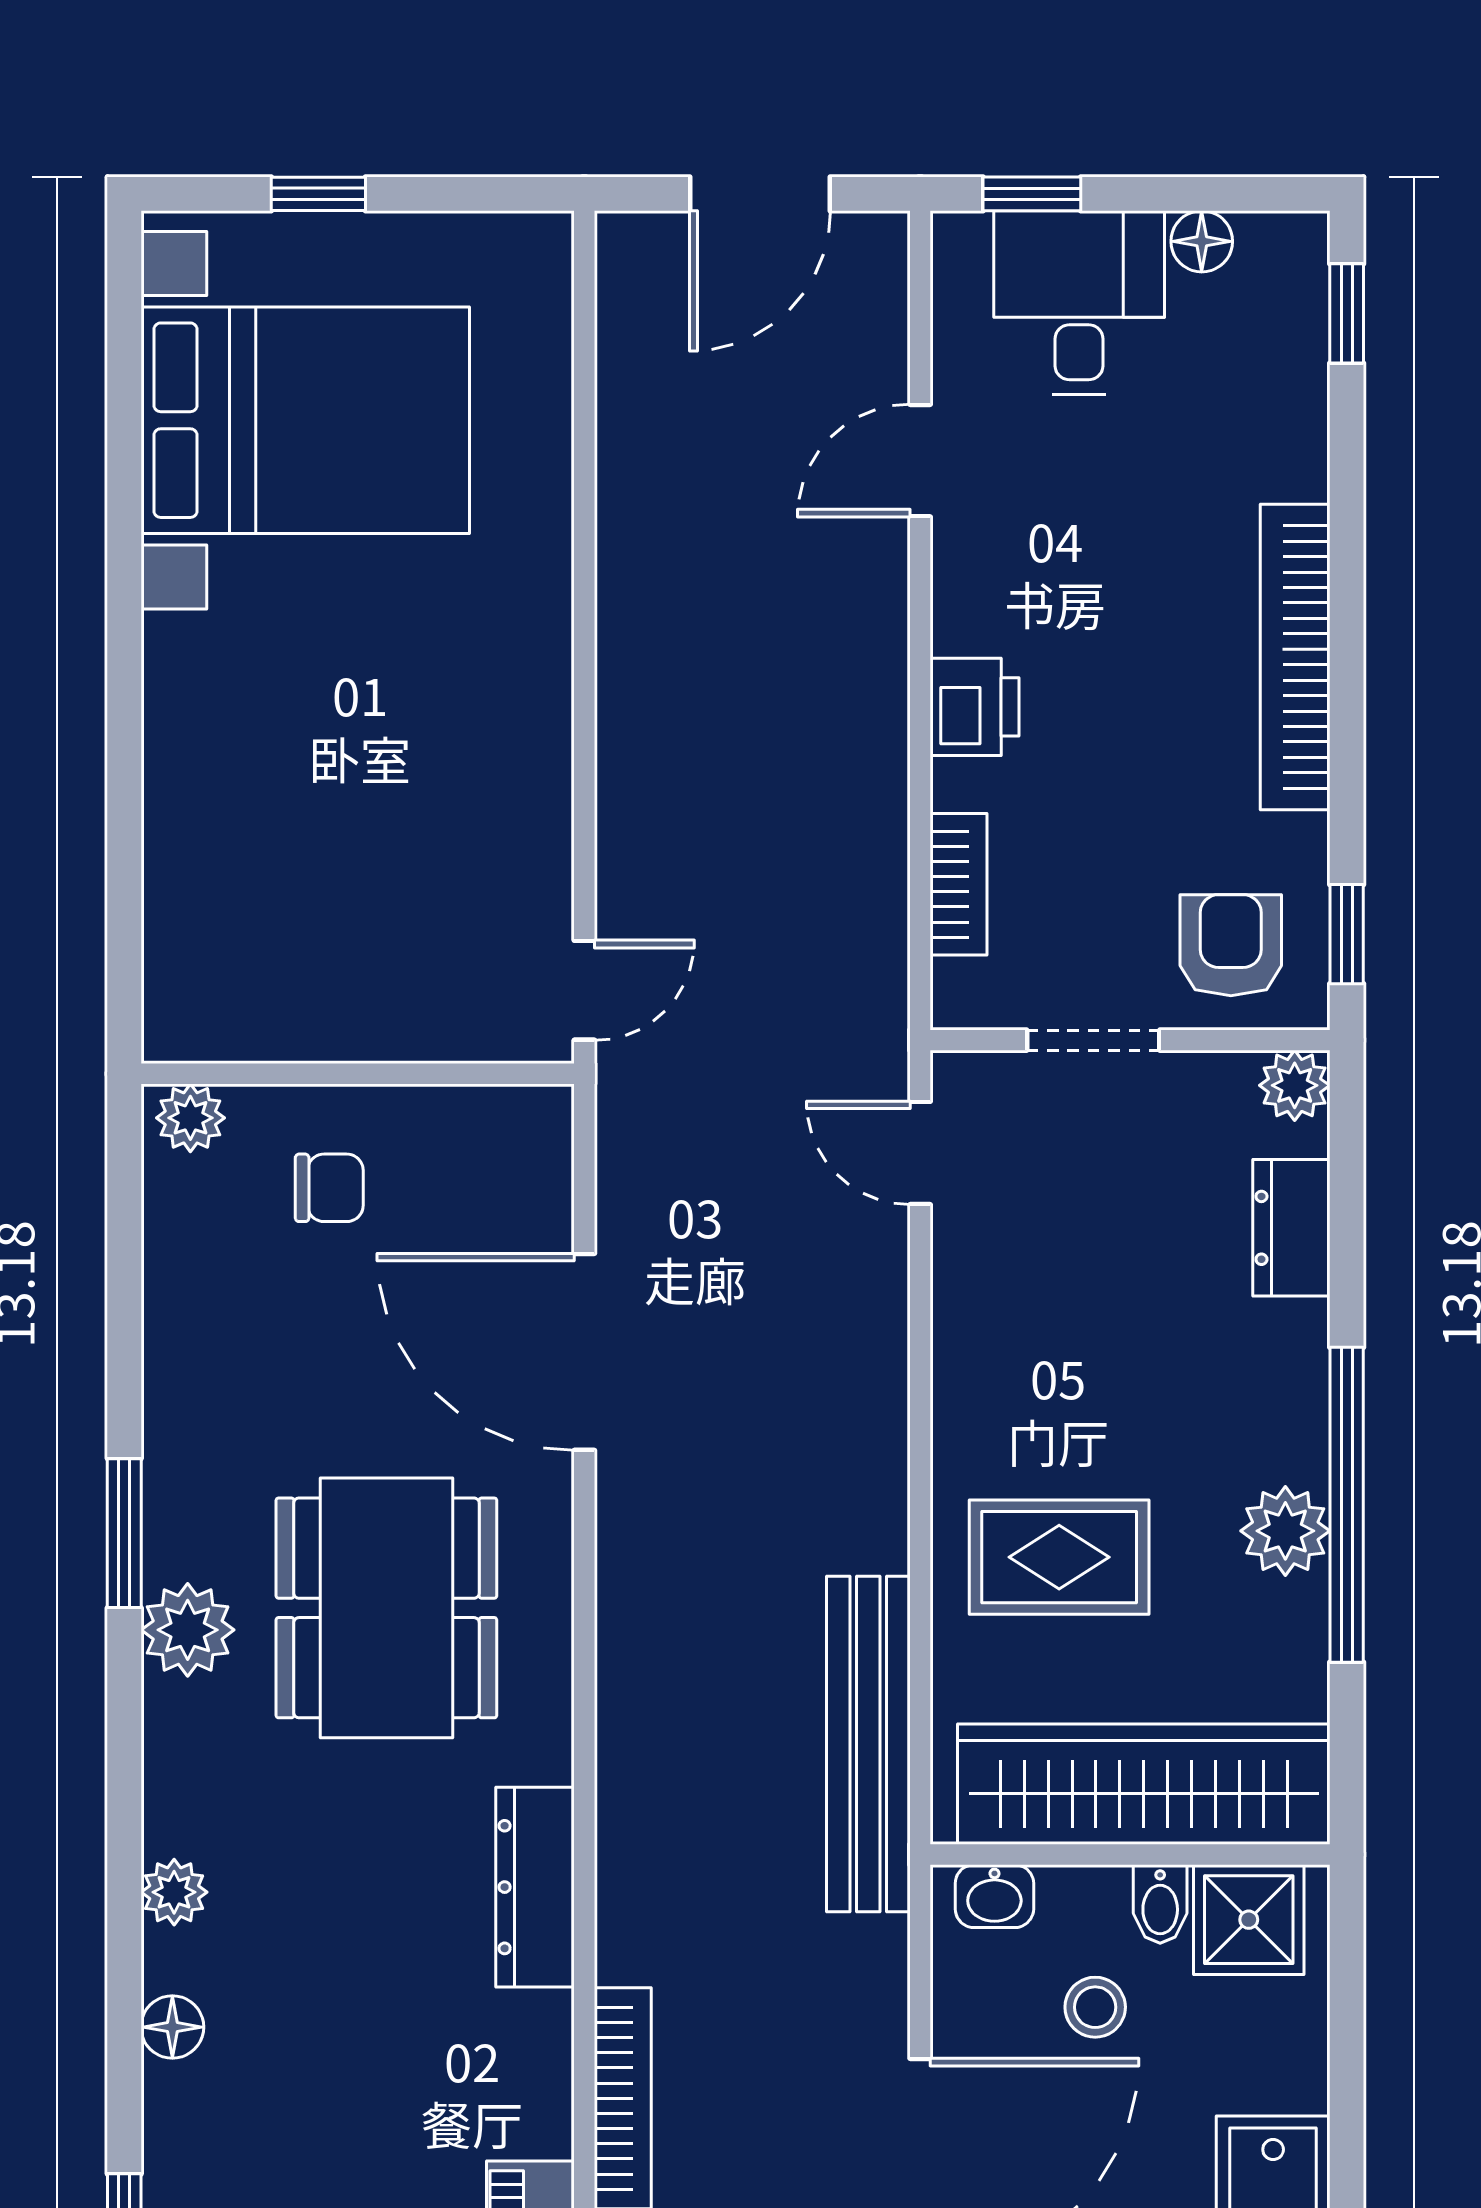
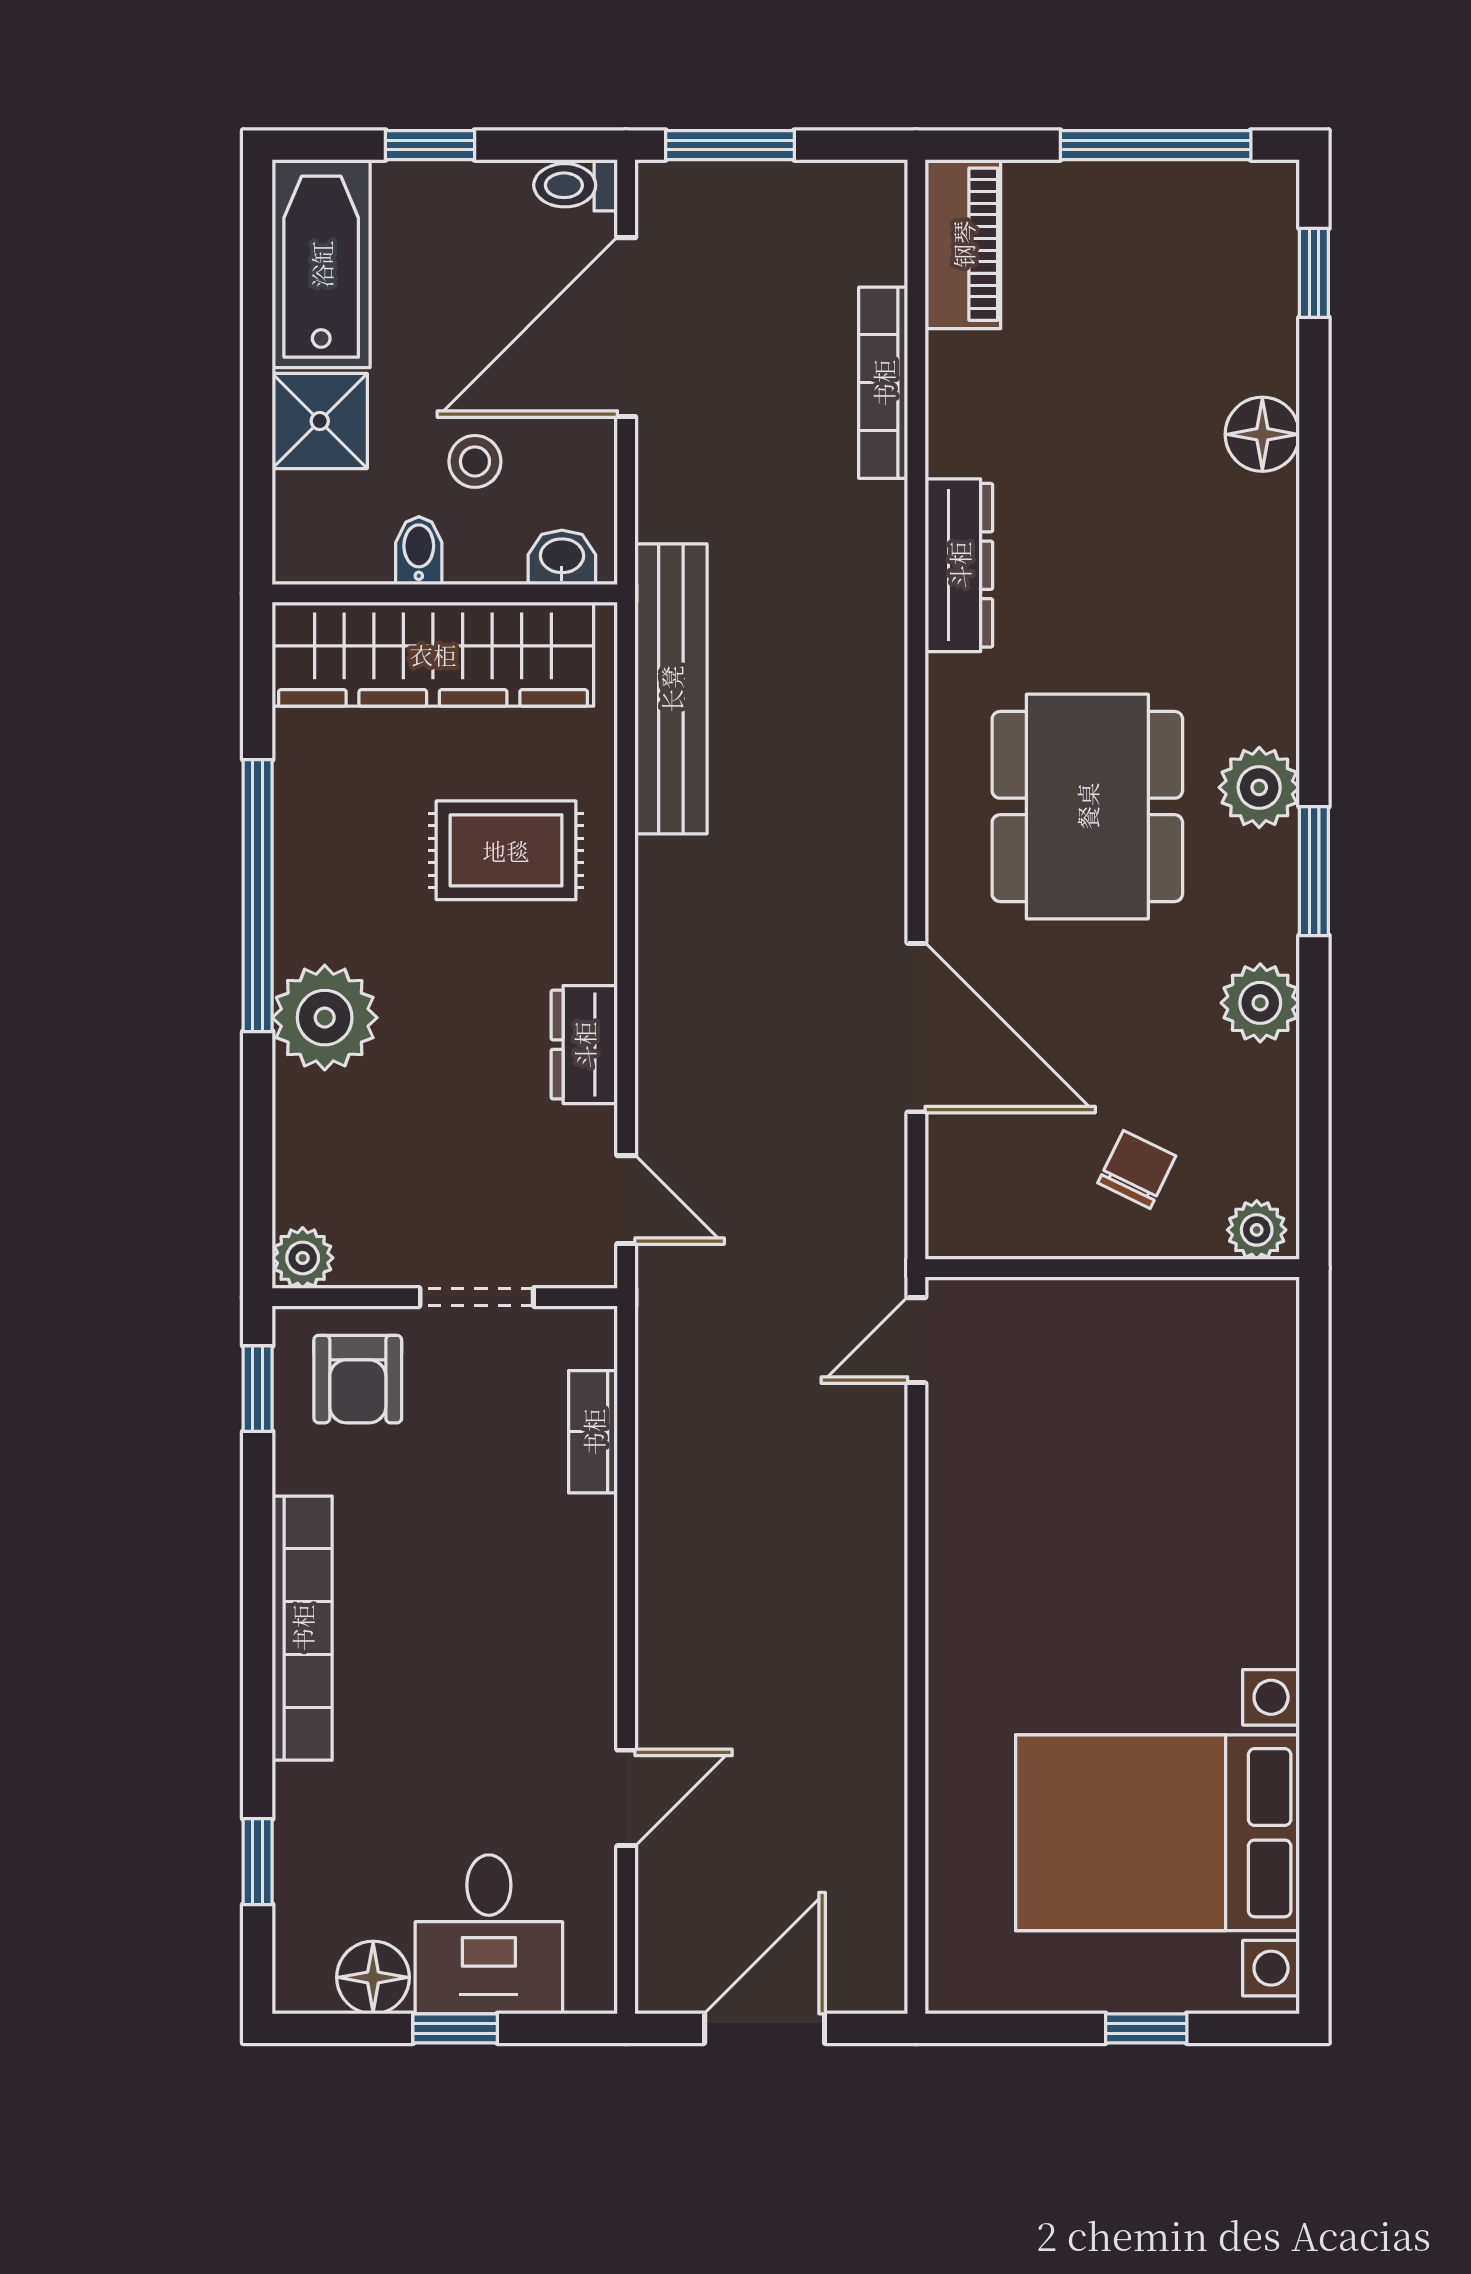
window: (1032, 194) -> (455, 2028), moved
floor lamp: (1202, 241) -> (373, 1977), width x1.37, depth x1.37
window: (1347, 313) -> (258, 1862), moved
printer: (974, 707) -> (579, 1585), removed
chair: (329, 1188) -> (1137, 1169), turned 116
dresser: (1291, 1228) -> (584, 1045), moved, turned 180
plant: (1285, 1531) -> (325, 1018), moved, width x1.36, depth x1.36
plant: (174, 1892) -> (1260, 1003), moved, width x1.38, depth x1.38
shower: (1249, 1920) -> (320, 421), moved
floor lamp: (172, 2027) -> (1262, 434), width x1.37, depth x1.37

